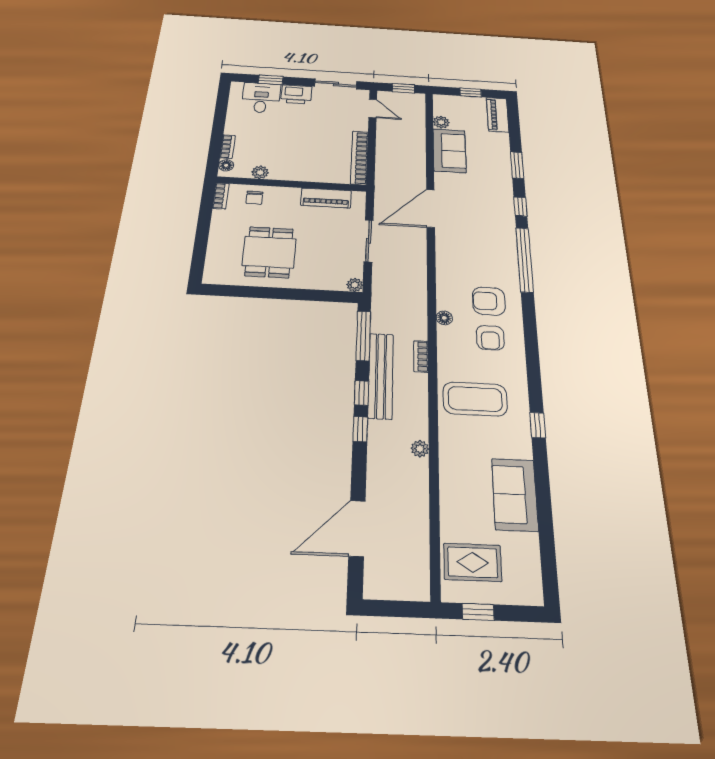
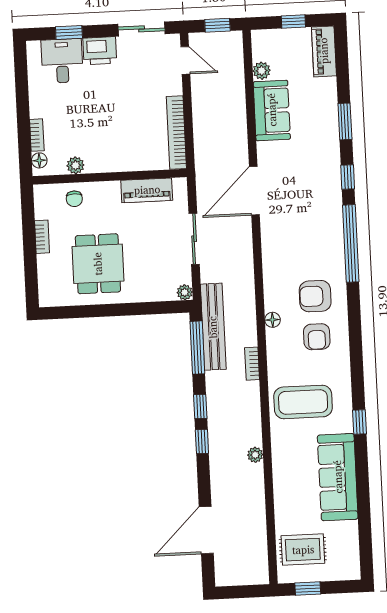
bookcase: (221, 196) -> (42, 237), moved
bench: (381, 375) -> (213, 327), moved
sofa: (515, 494) -> (338, 477), width x1.36

